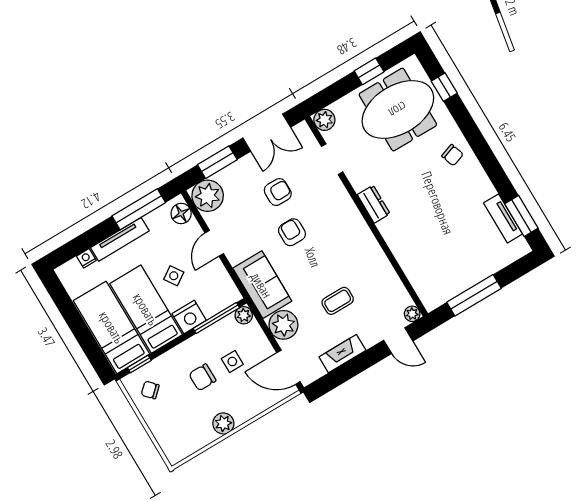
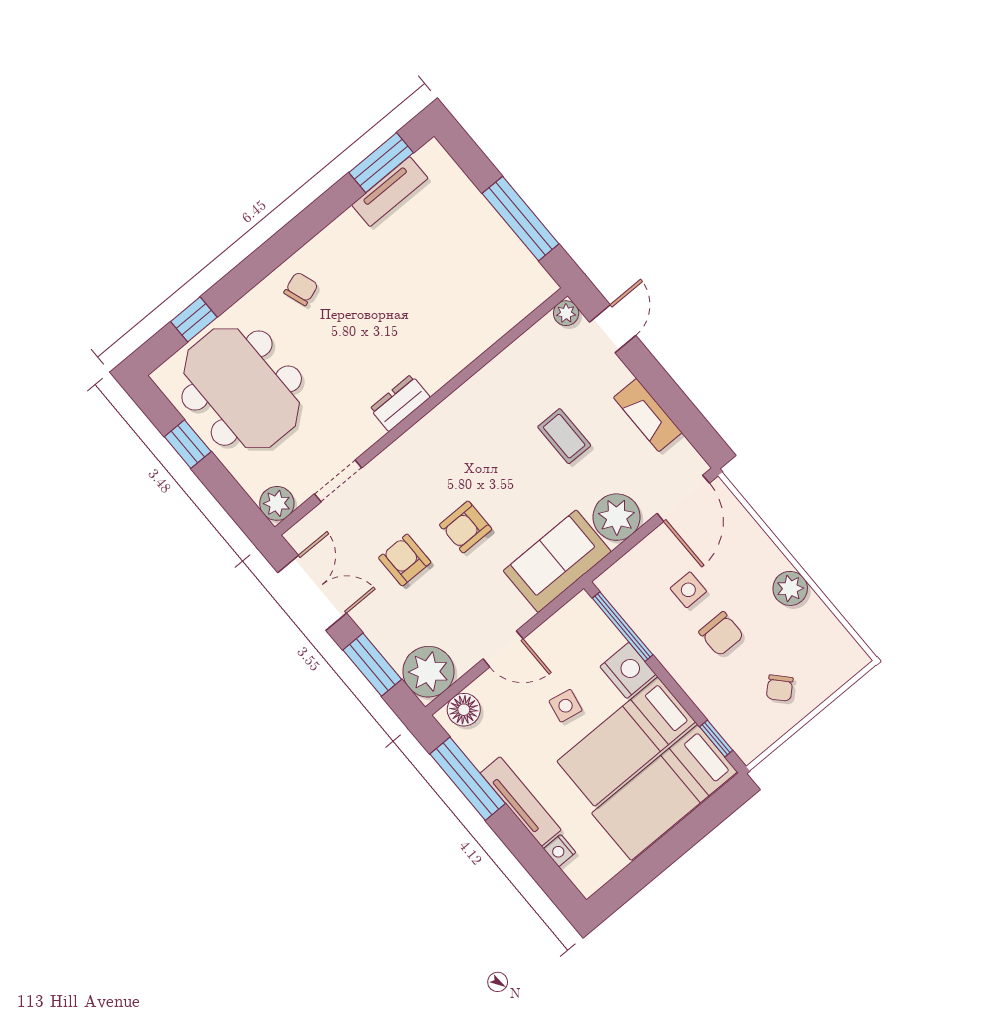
side table: (174, 276) -> (566, 706), turned 45
plant: (244, 315) -> (611, 583), removed
chair: (150, 390) -> (780, 688), moved

